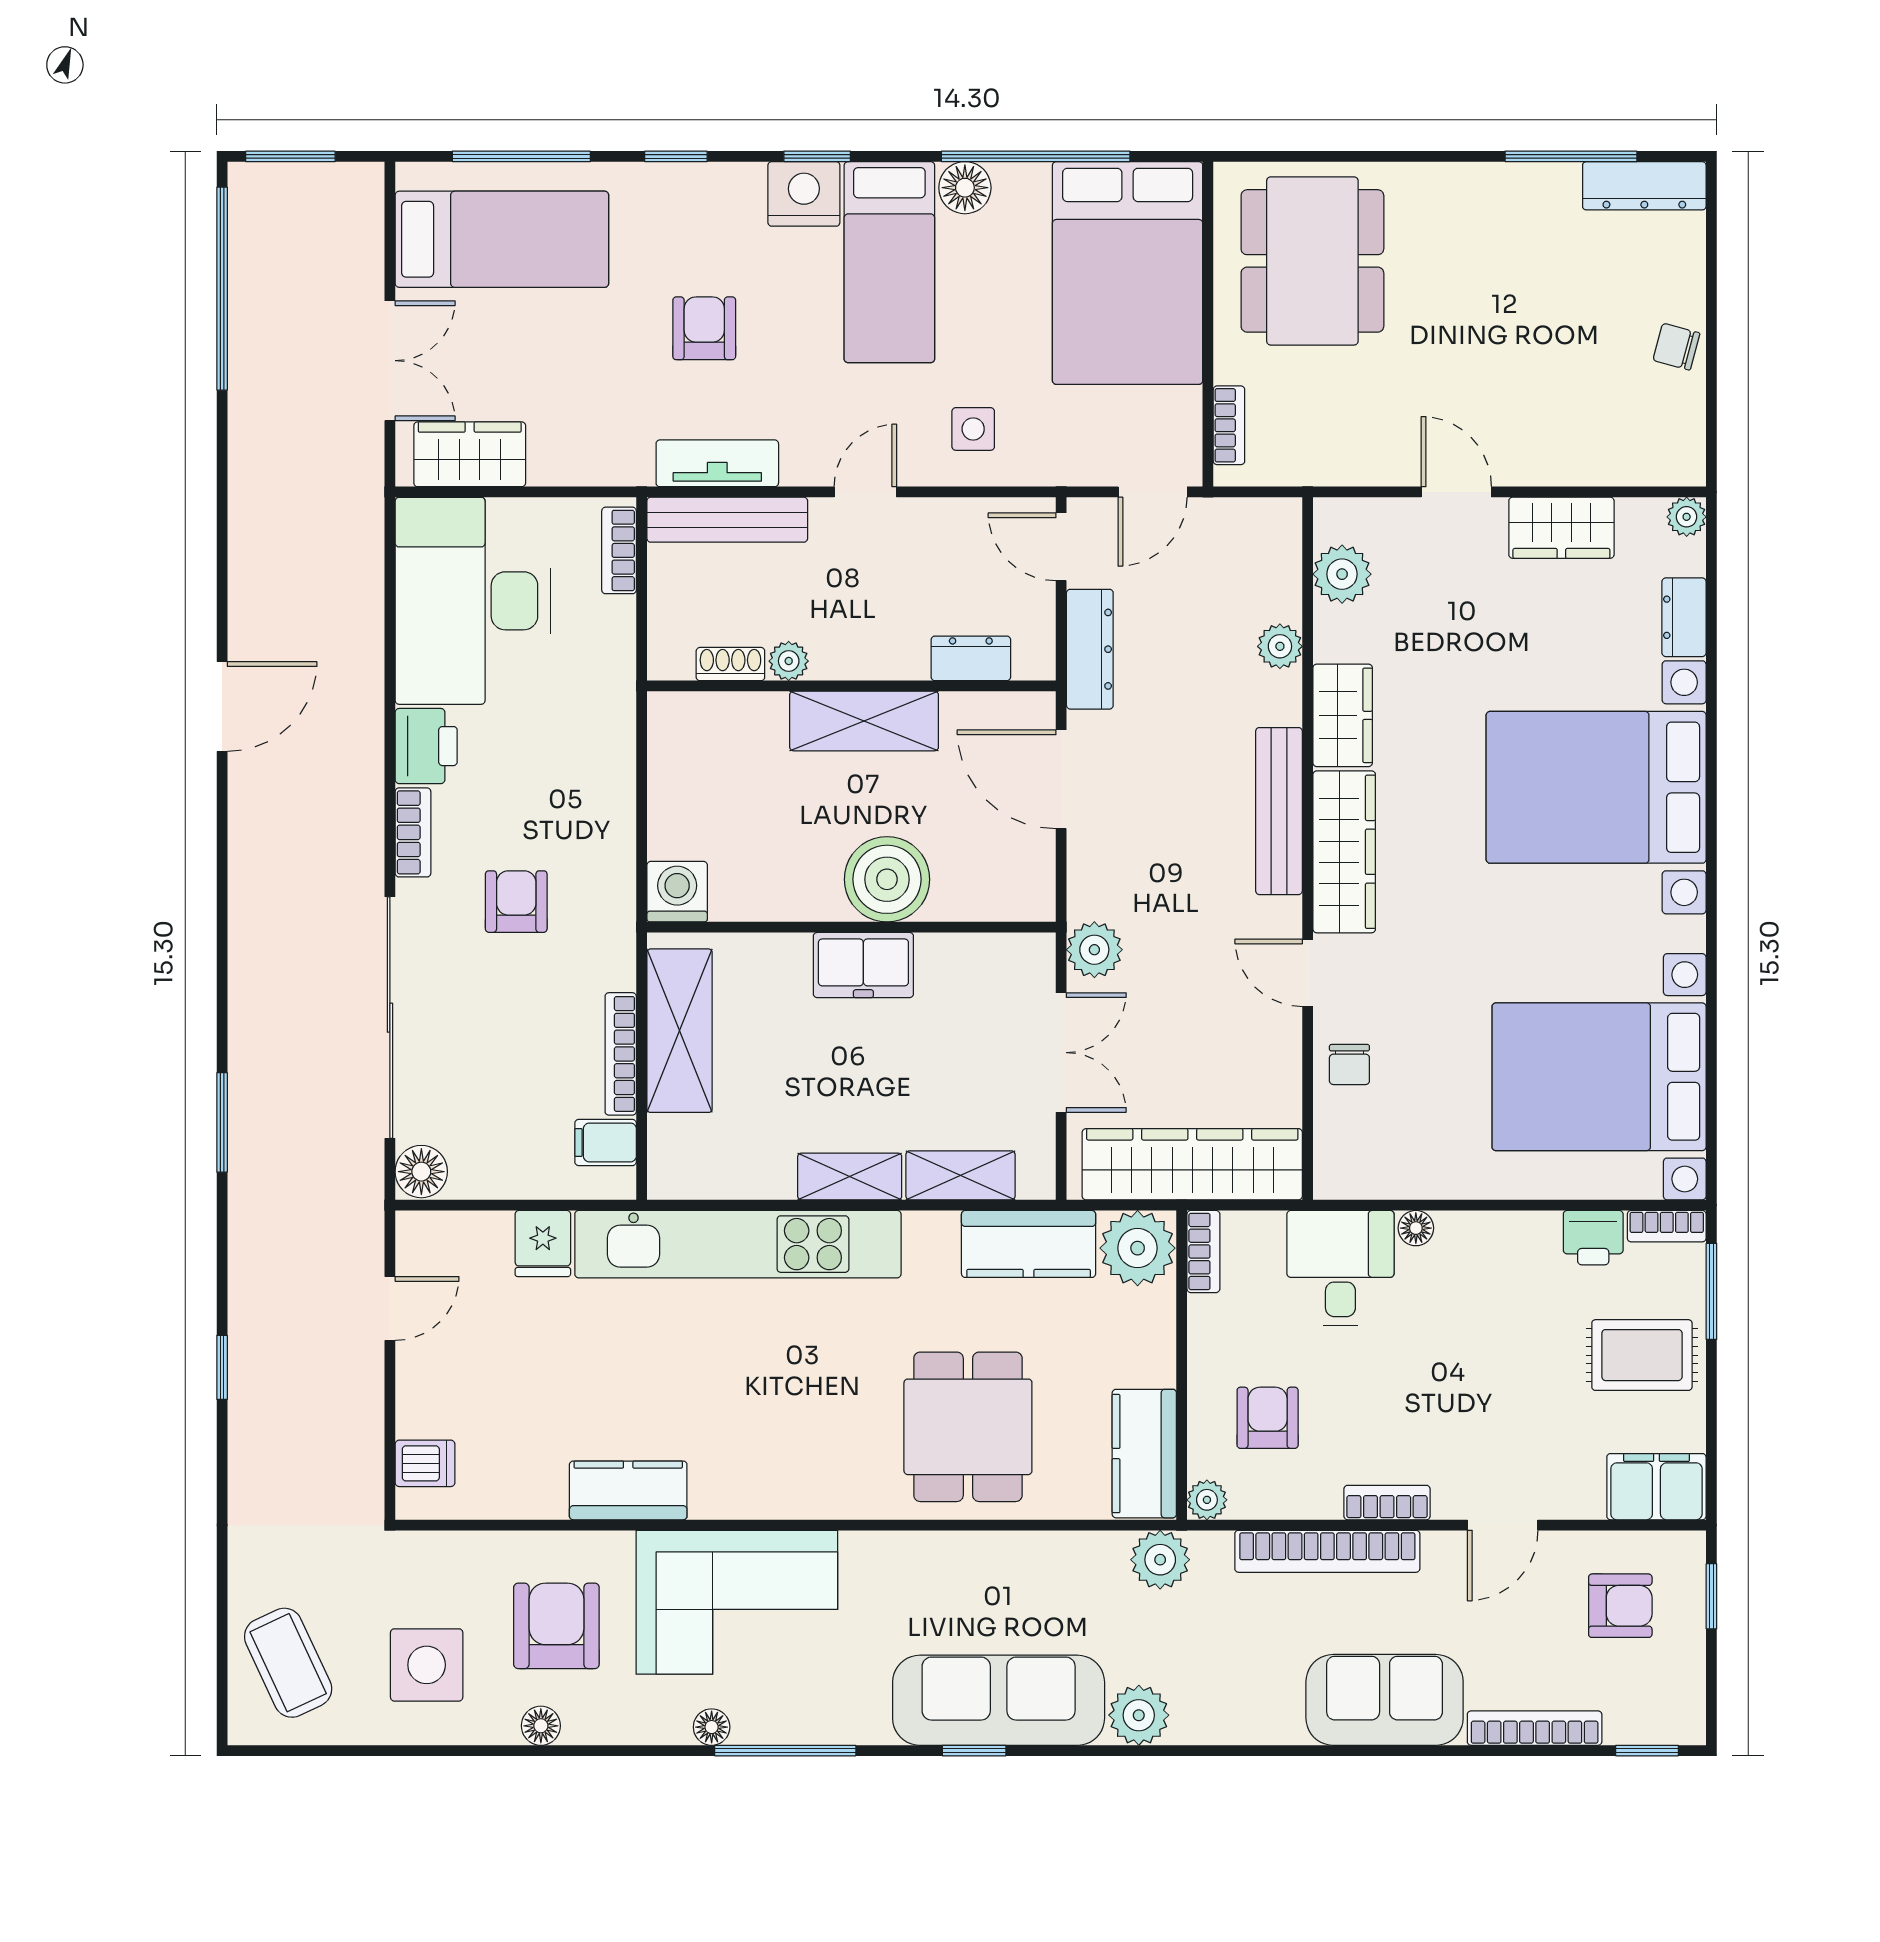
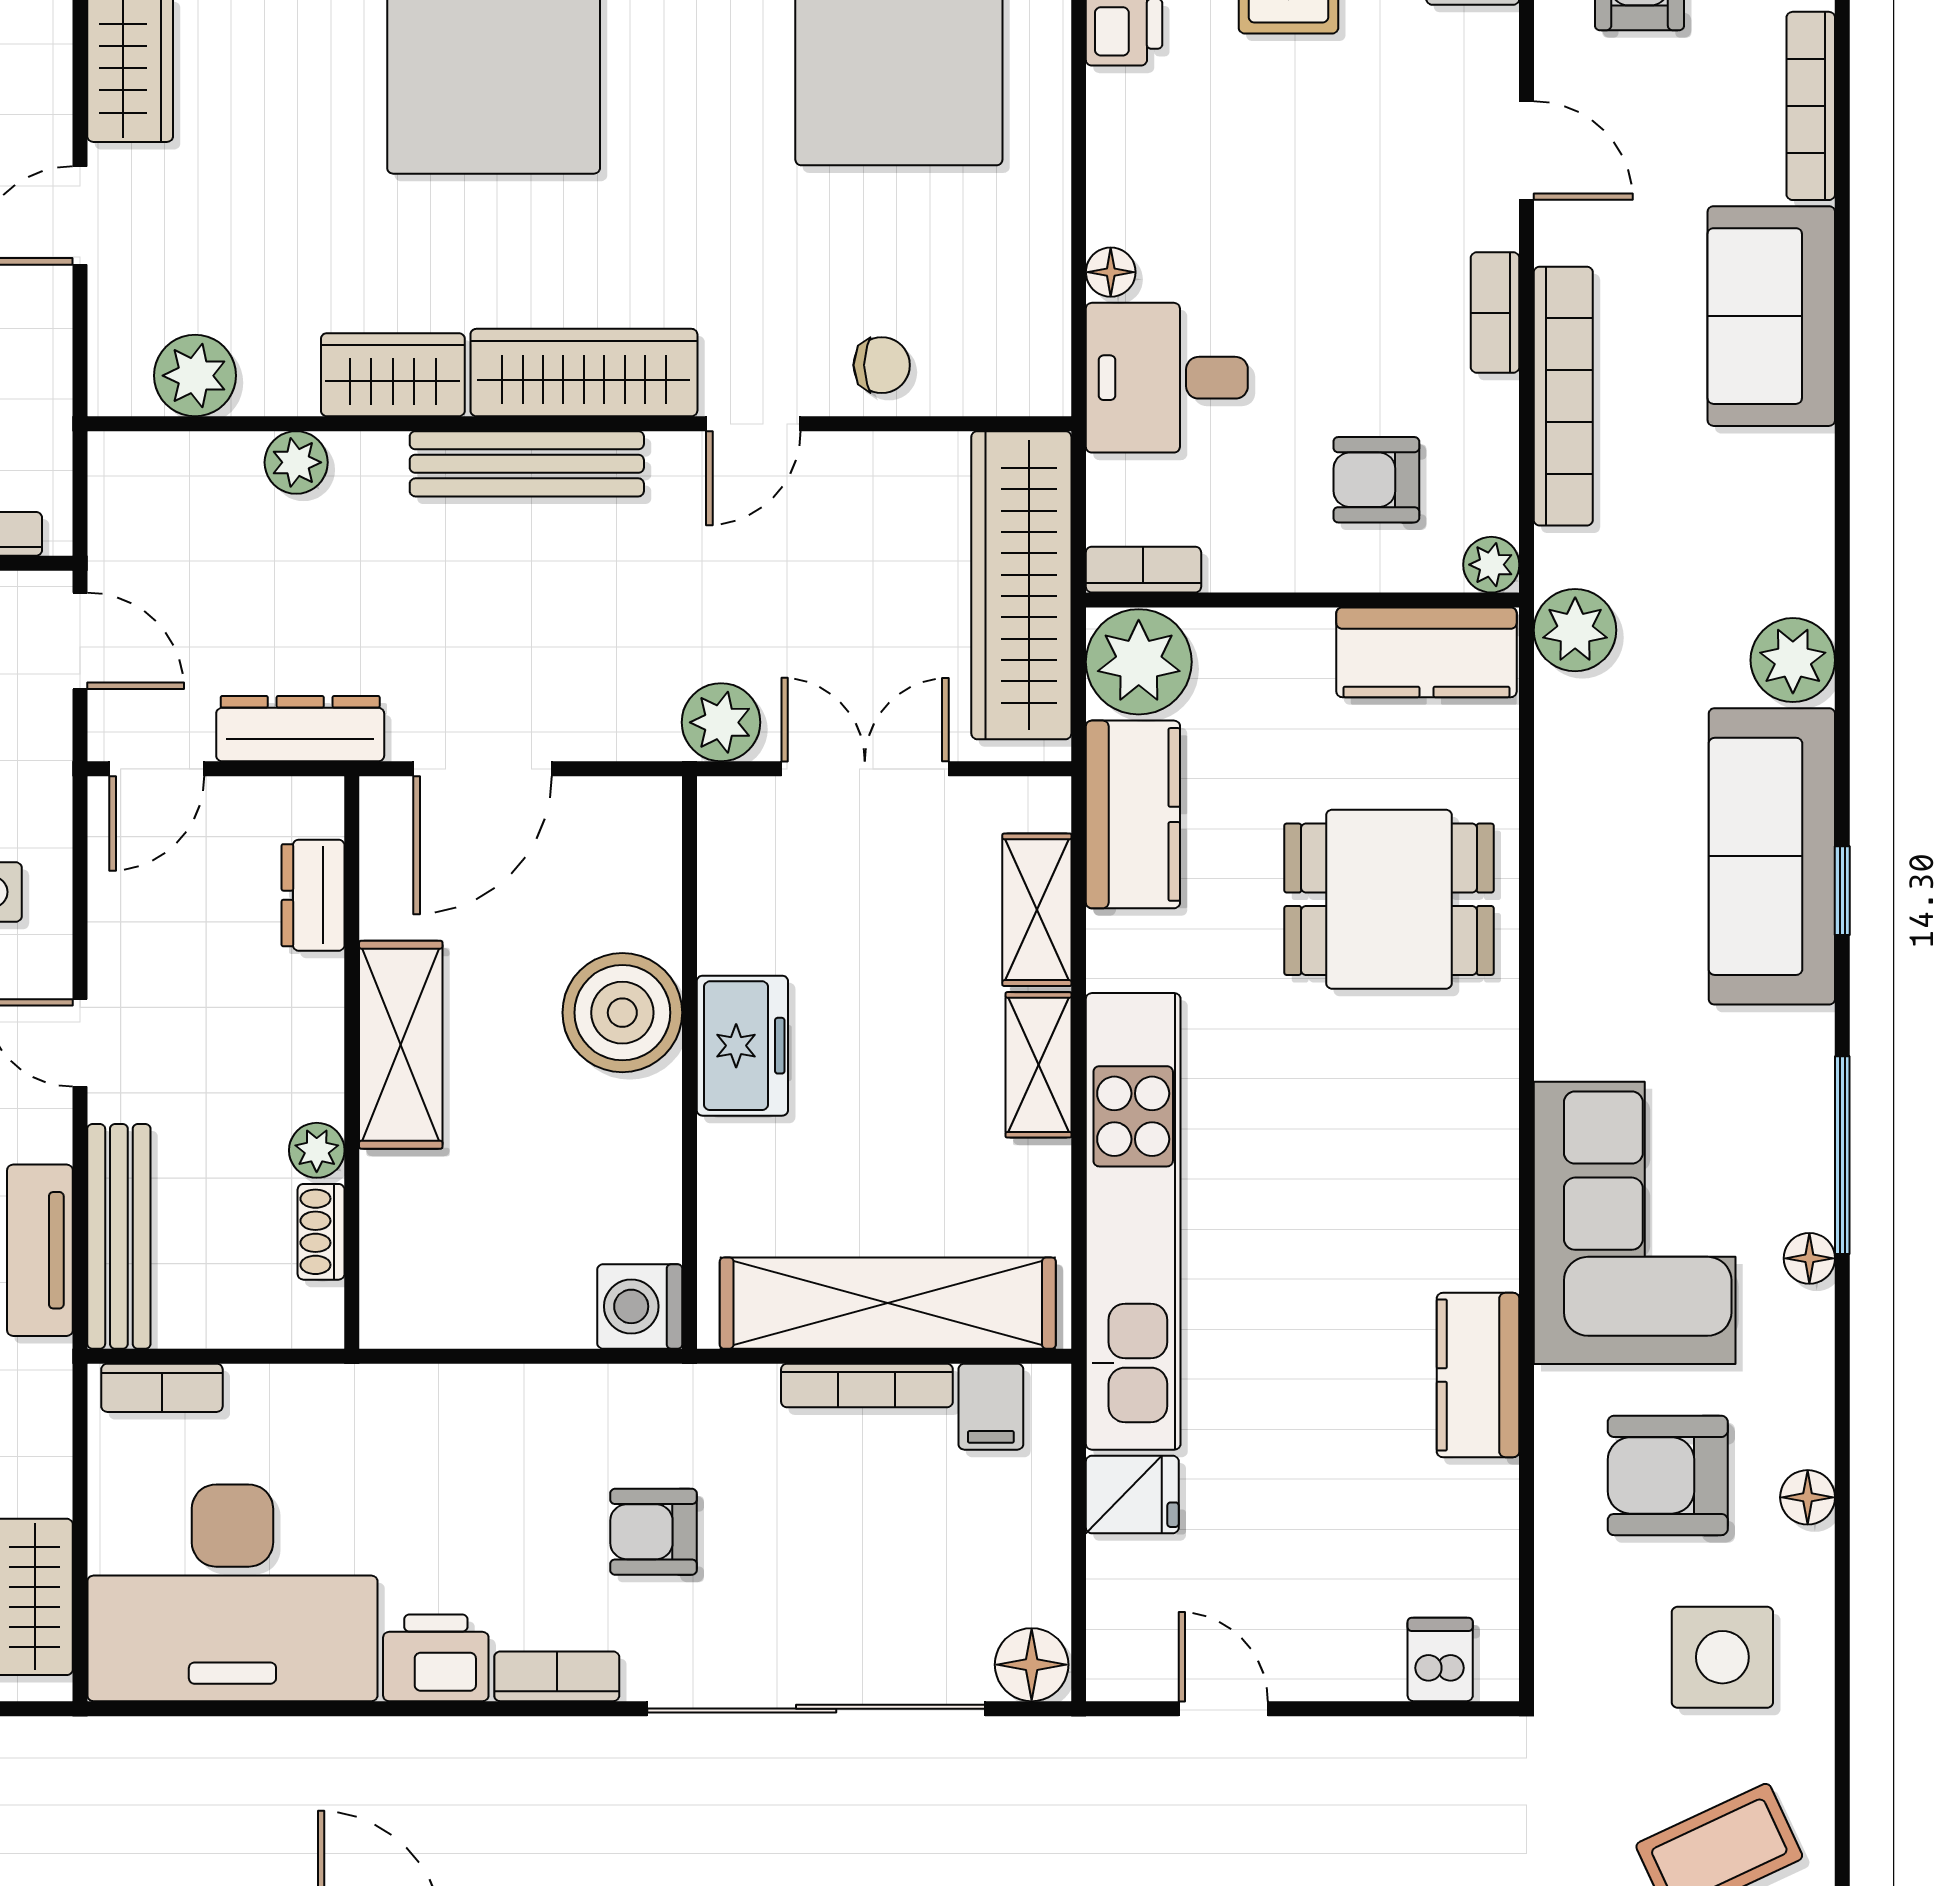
shelving: (680, 1031) -> (888, 1303), width x1.47

